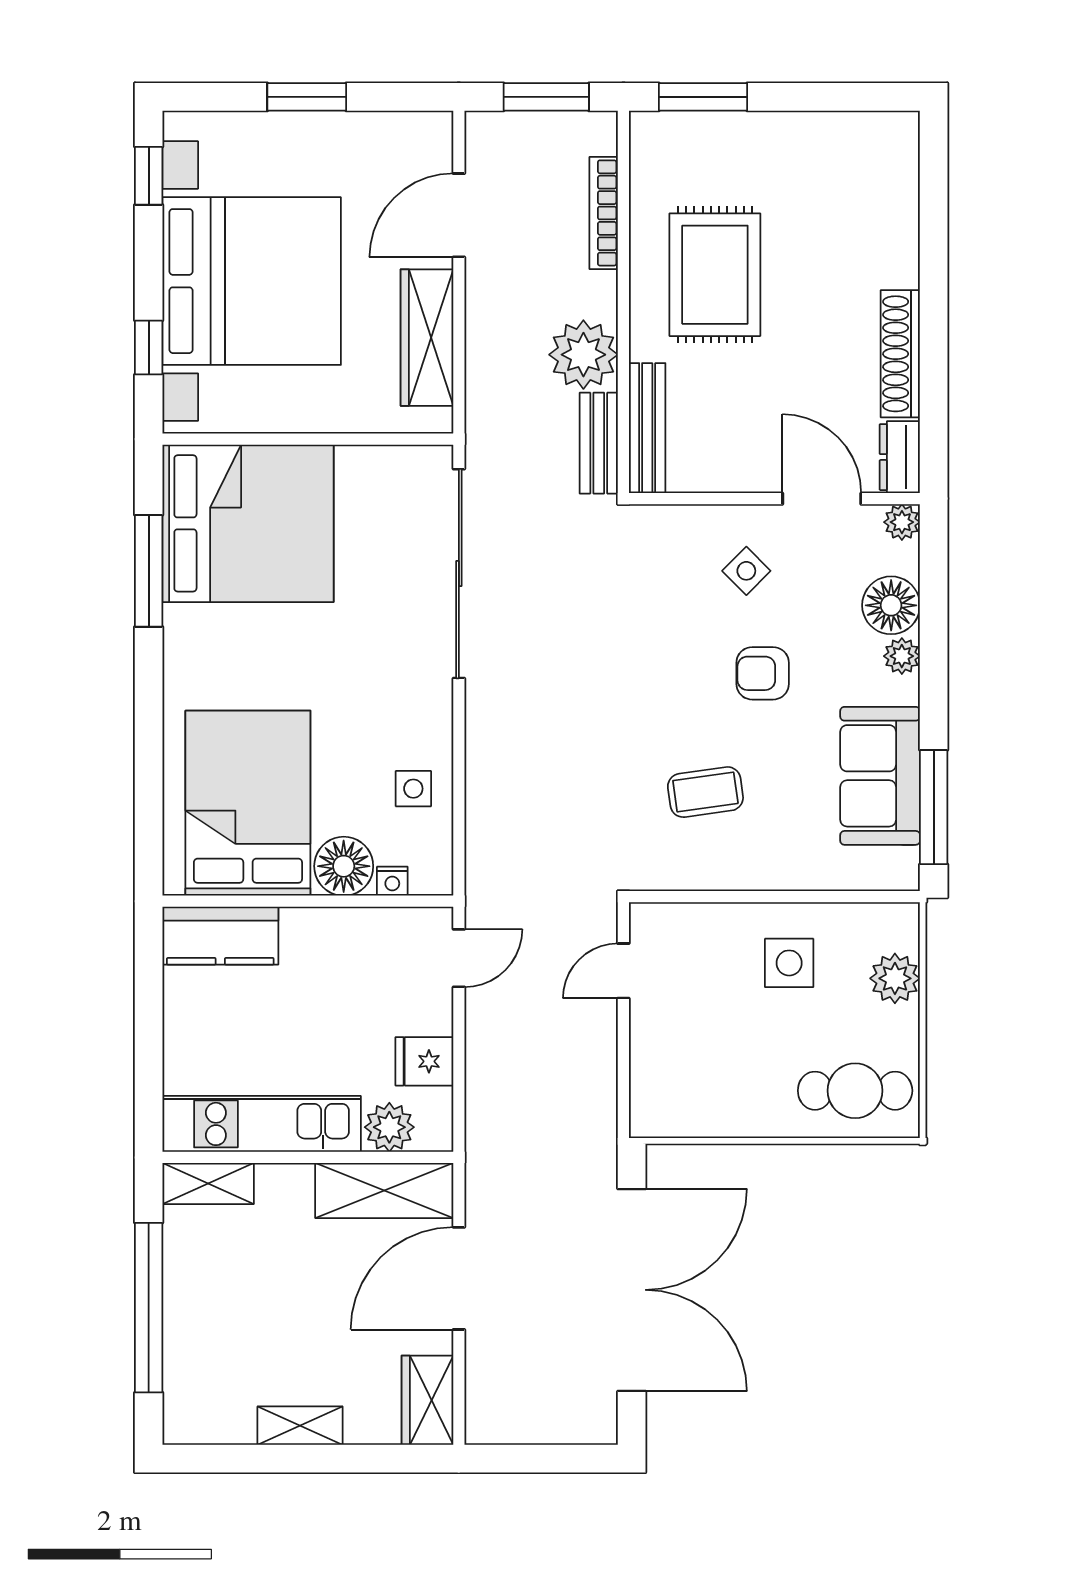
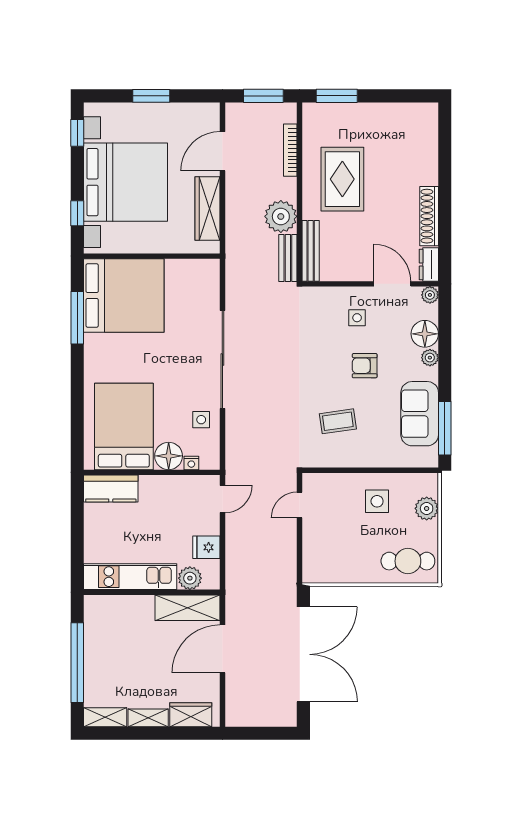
side table: (746, 571) -> (357, 318), turned 45
sliding door: (459, 574) -> (222, 359), moved
shelving: (208, 1184) -> (105, 717), moved
wardrobe: (427, 1400) -> (191, 715), moved, turned 90

